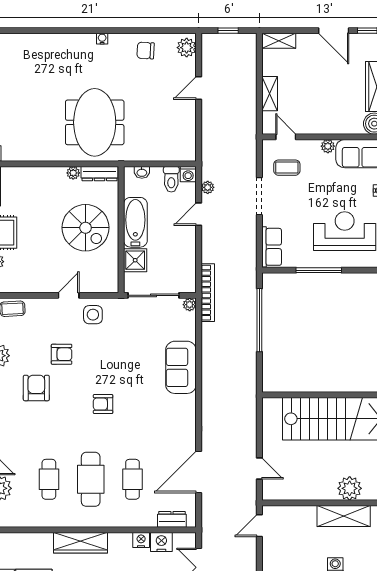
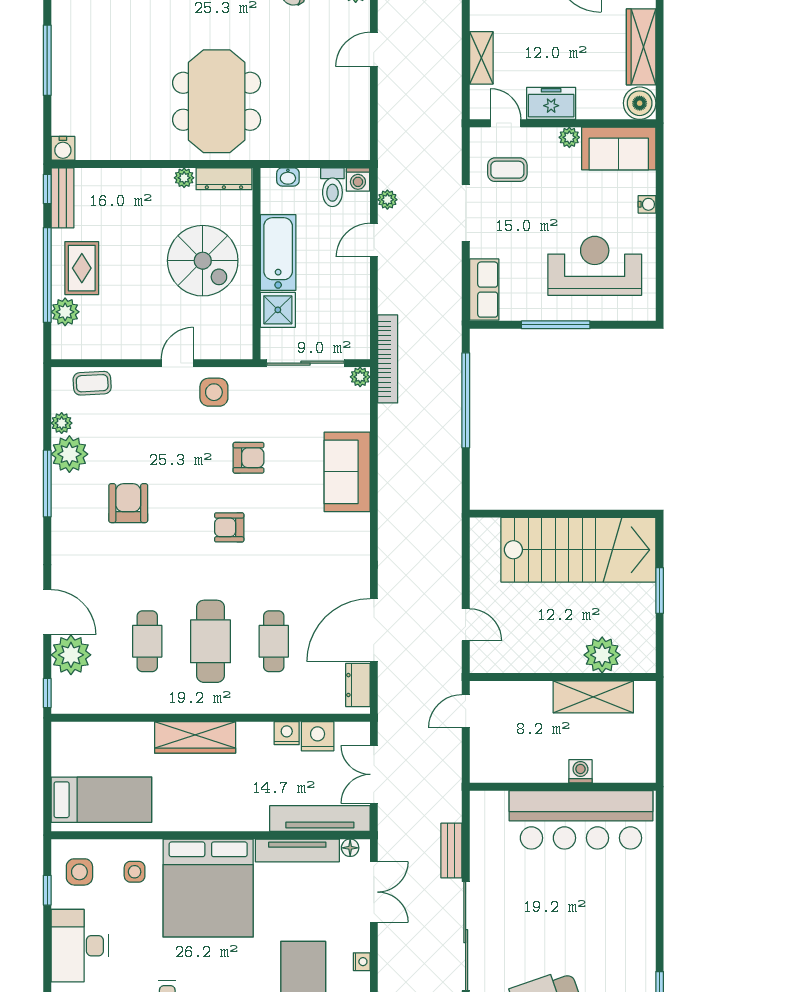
freezer: (316, 124) -> (551, 103), added
armchair: (62, 354) -> (248, 458), moved
dresser: (172, 519) -> (358, 685), moved, turned -90

